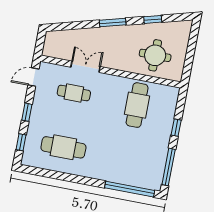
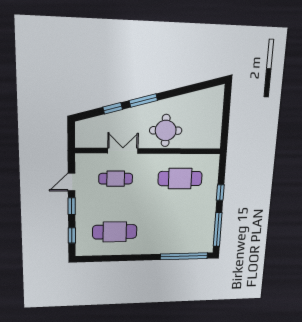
window: (153, 19) -> (113, 108), moved
round table: (155, 55) -> (166, 130), moved
door: (33, 77) -> (71, 182), moved
cafe table: (137, 105) -> (180, 179), turned 90

